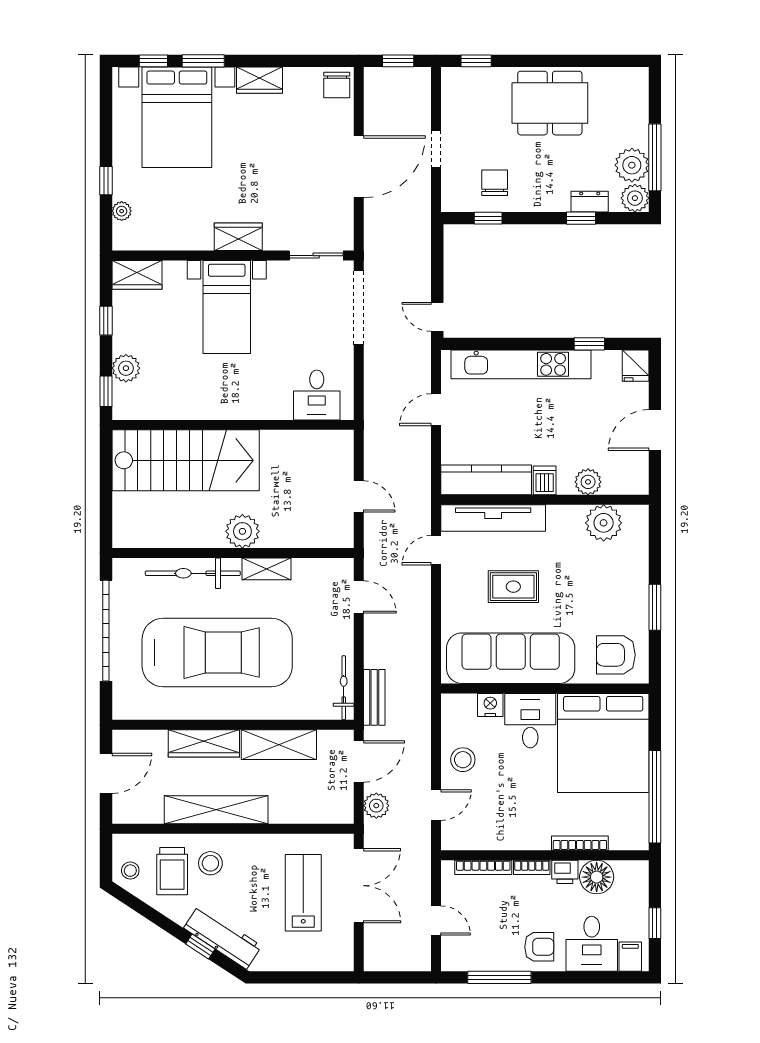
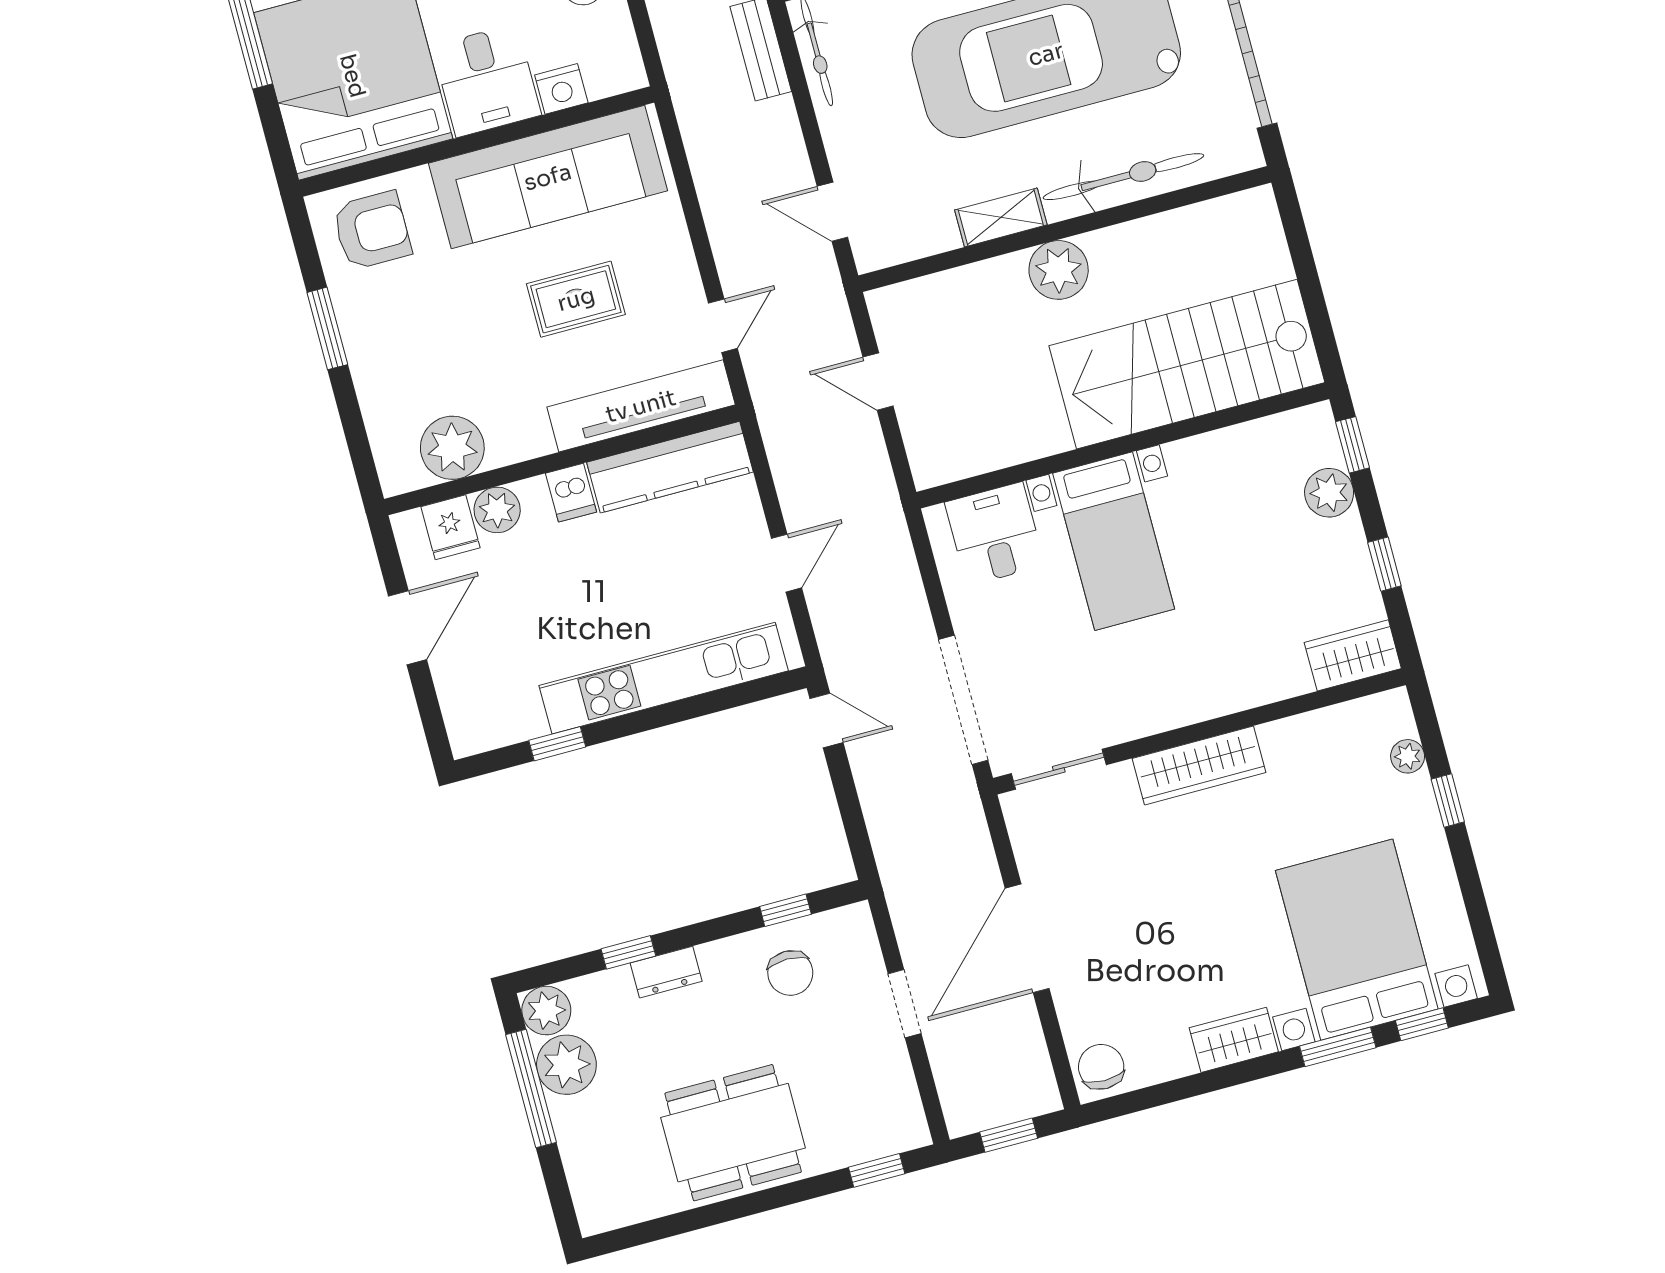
dresser: (590, 202) -> (666, 972), moved
wardrobe: (238, 237) -> (1199, 765), width x1.50
bed with nightstands: (227, 307) -> (1114, 541), moved, turned 180
fridge: (636, 366) -> (451, 527), moved, turned 180

